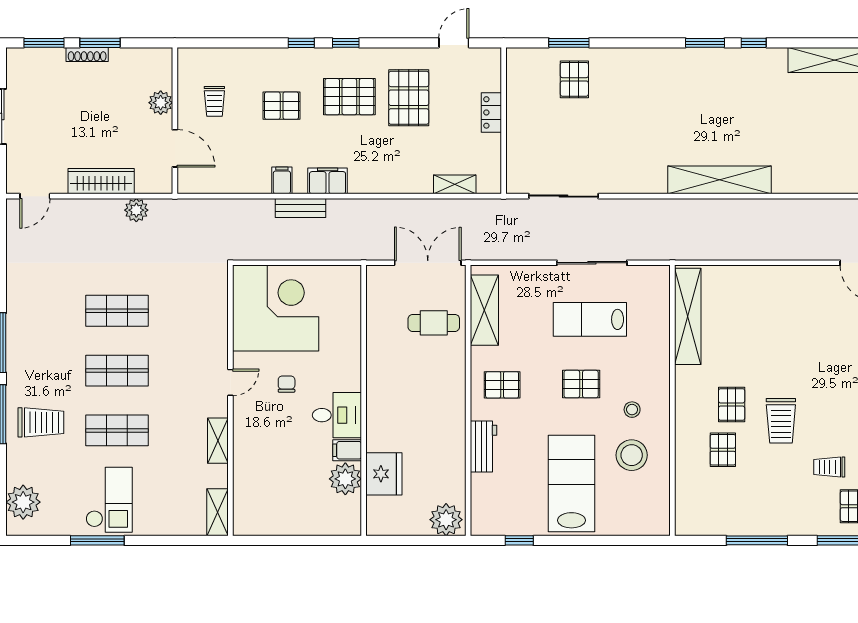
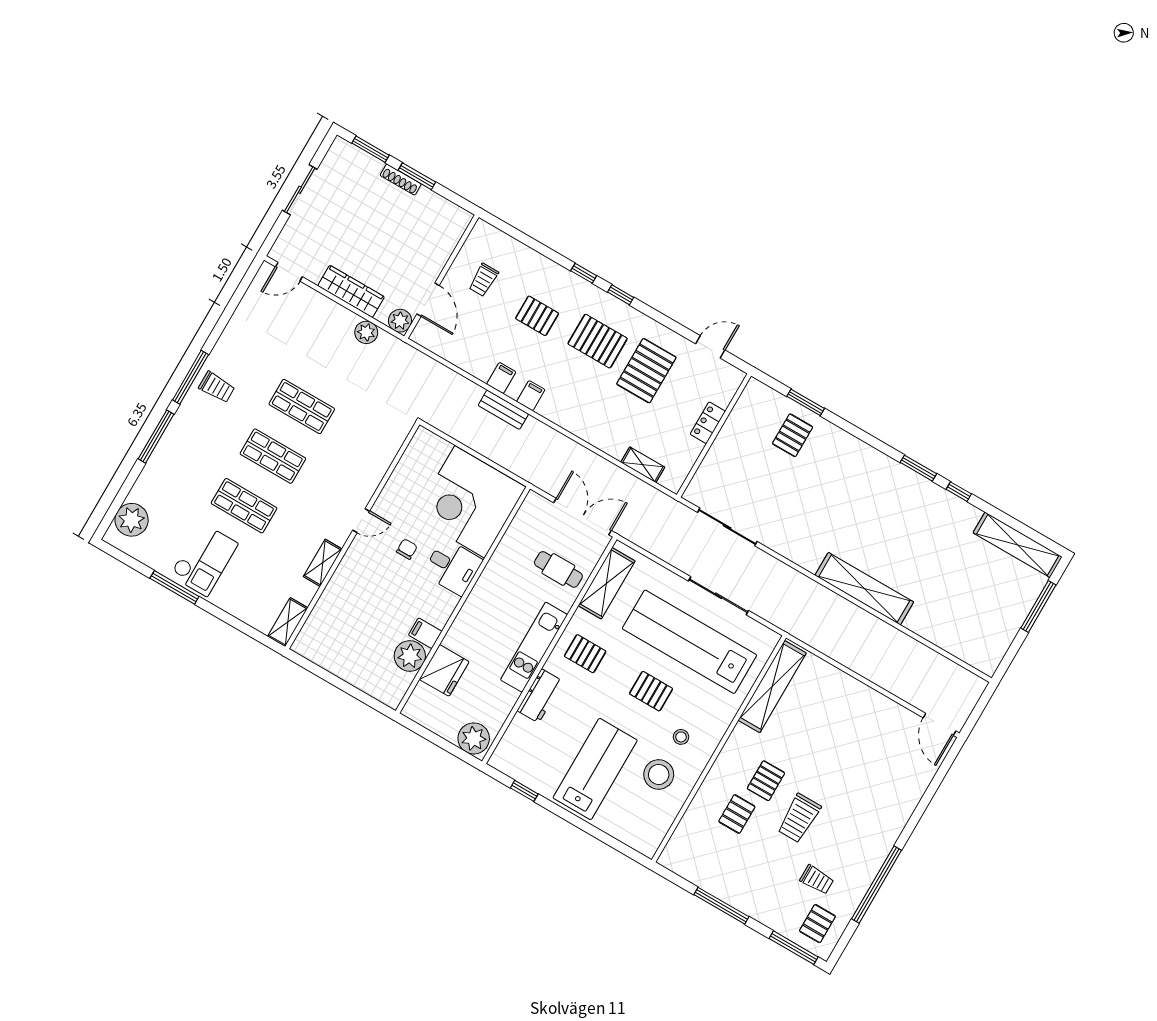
plant: (161, 103) -> (400, 321), moved
filing cabinet: (328, 181) -> (531, 396), width x0.50
corner desk: (276, 308) -> (470, 502), moved, turned 180
lab bench: (590, 319) -> (689, 642), width x1.86, depth x1.39
kitchen unit: (453, 406) -> (534, 647), added
desk: (337, 415) -> (453, 567), moved
trolley: (41, 422) -> (217, 387), moved, width x0.73, depth x0.72
trolley: (829, 467) -> (817, 880), turned 180

